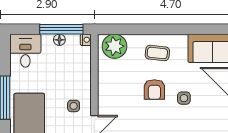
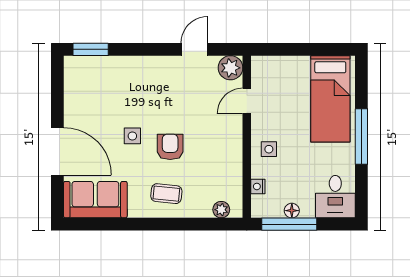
nightstand: (86, 40) -> (258, 186), moved
plant: (114, 46) -> (221, 210), width x0.53, depth x0.53
side table: (74, 106) -> (269, 149), moved

